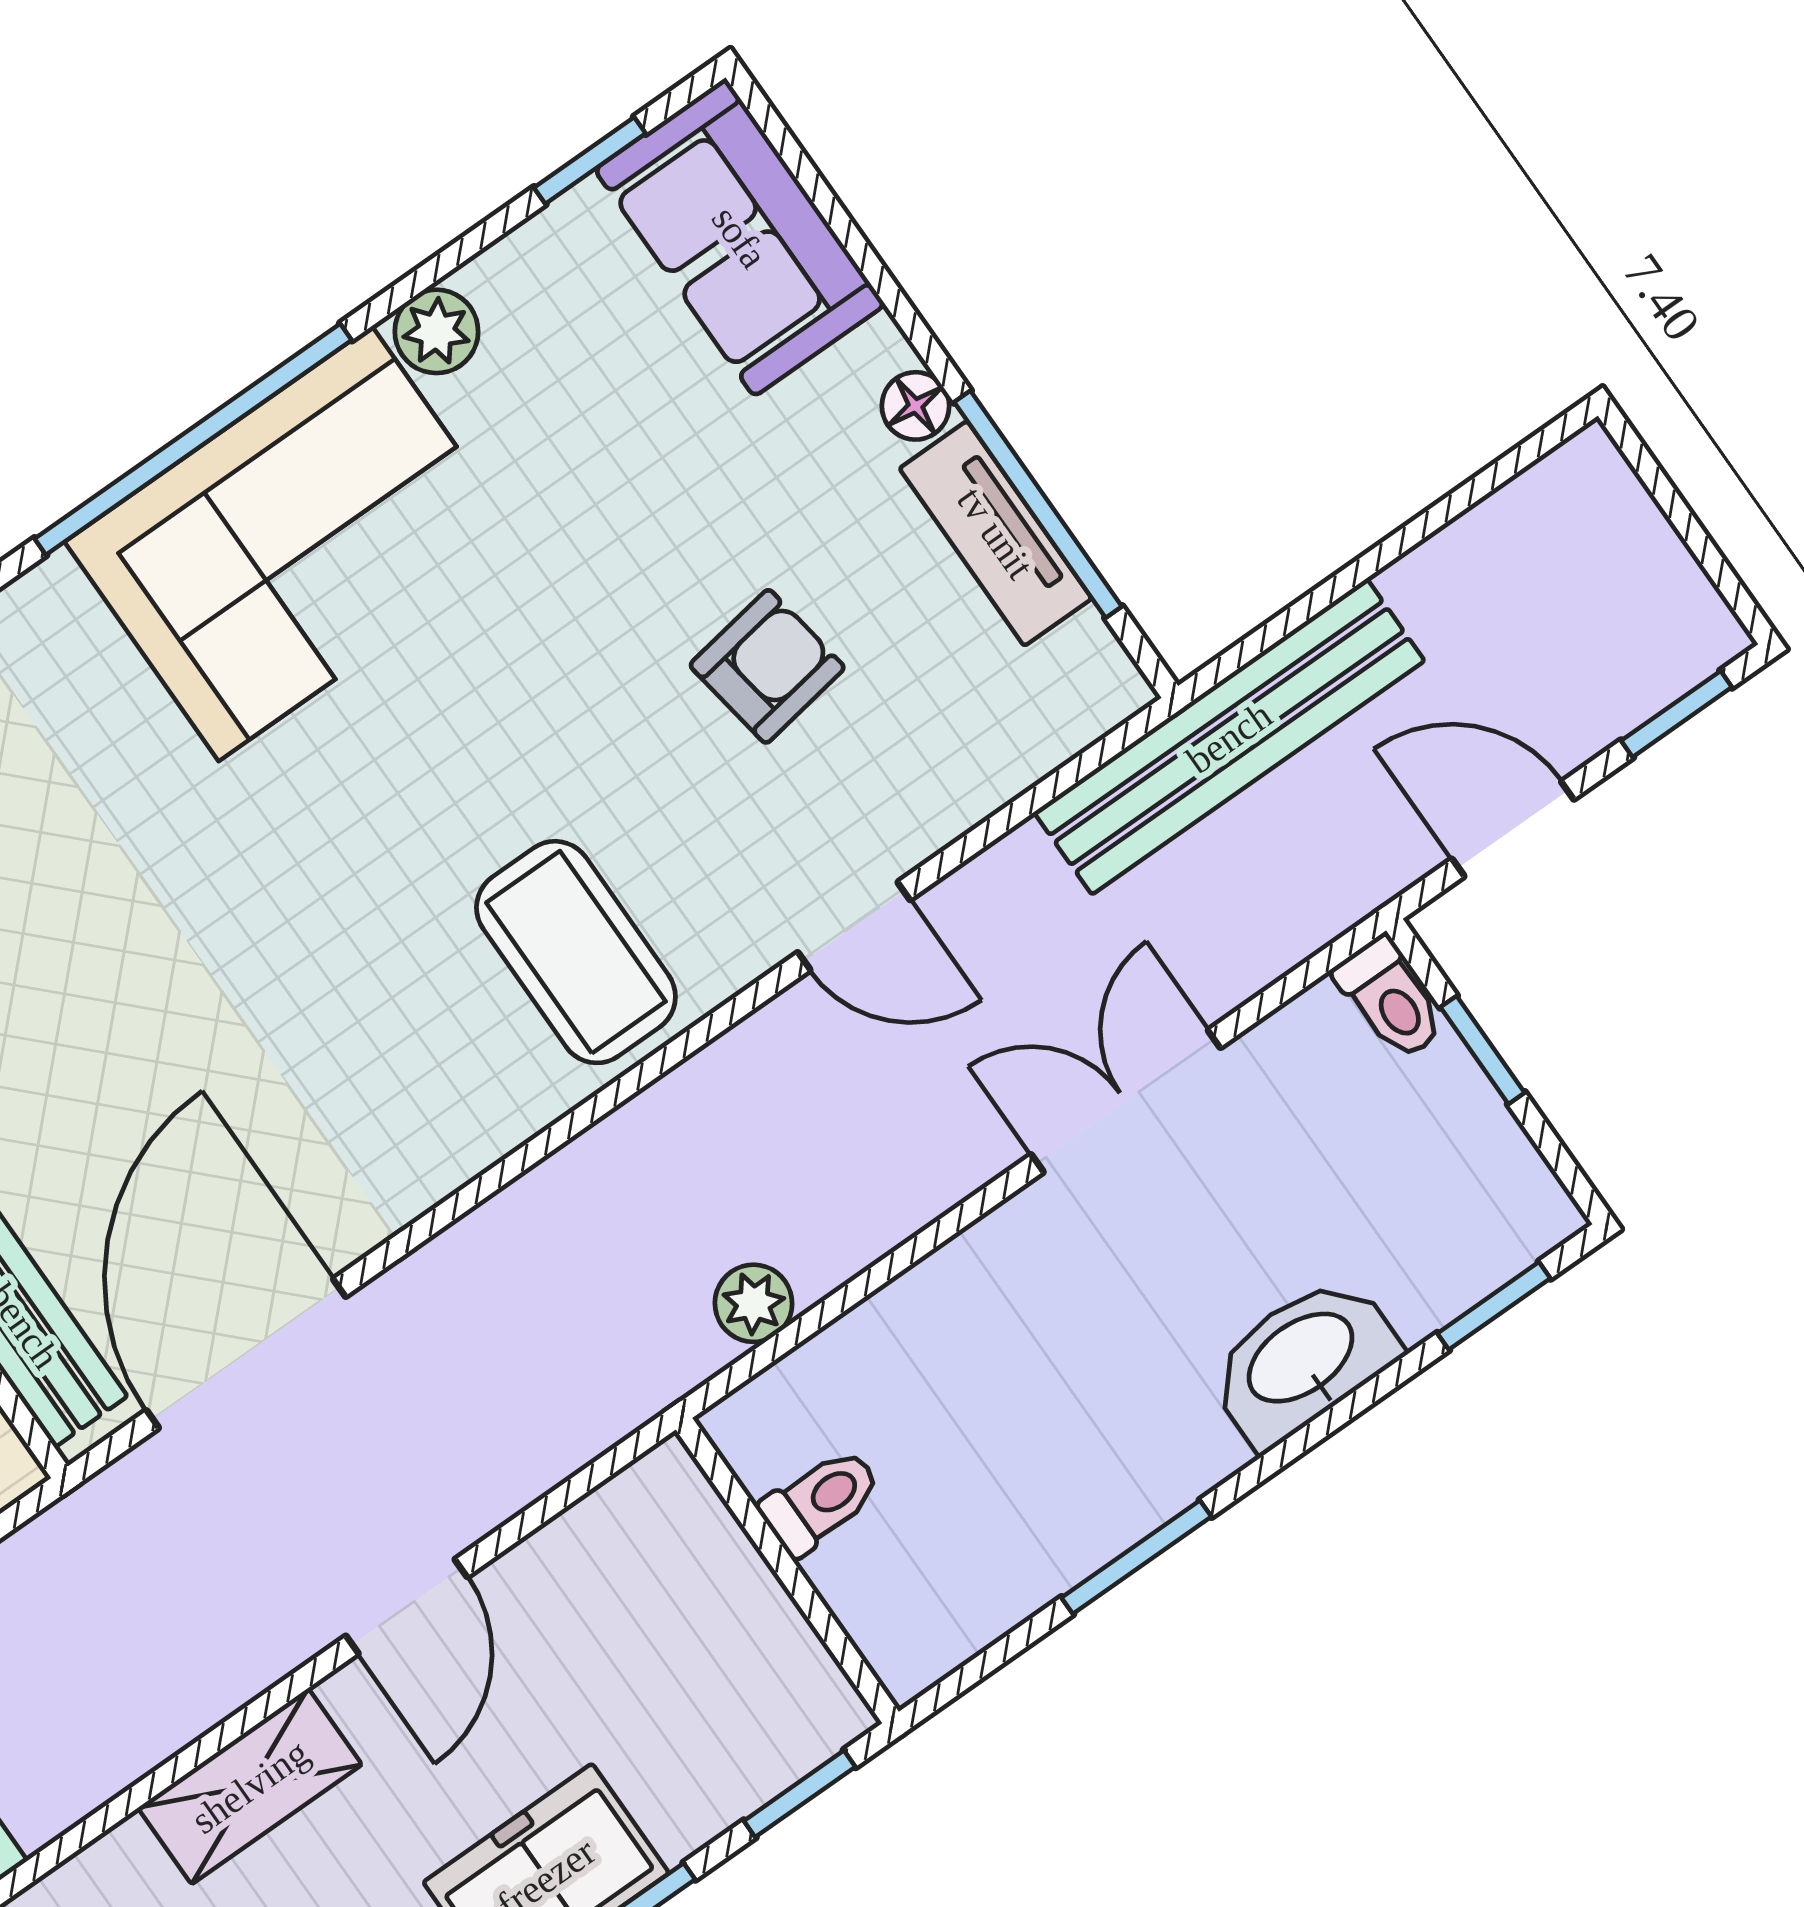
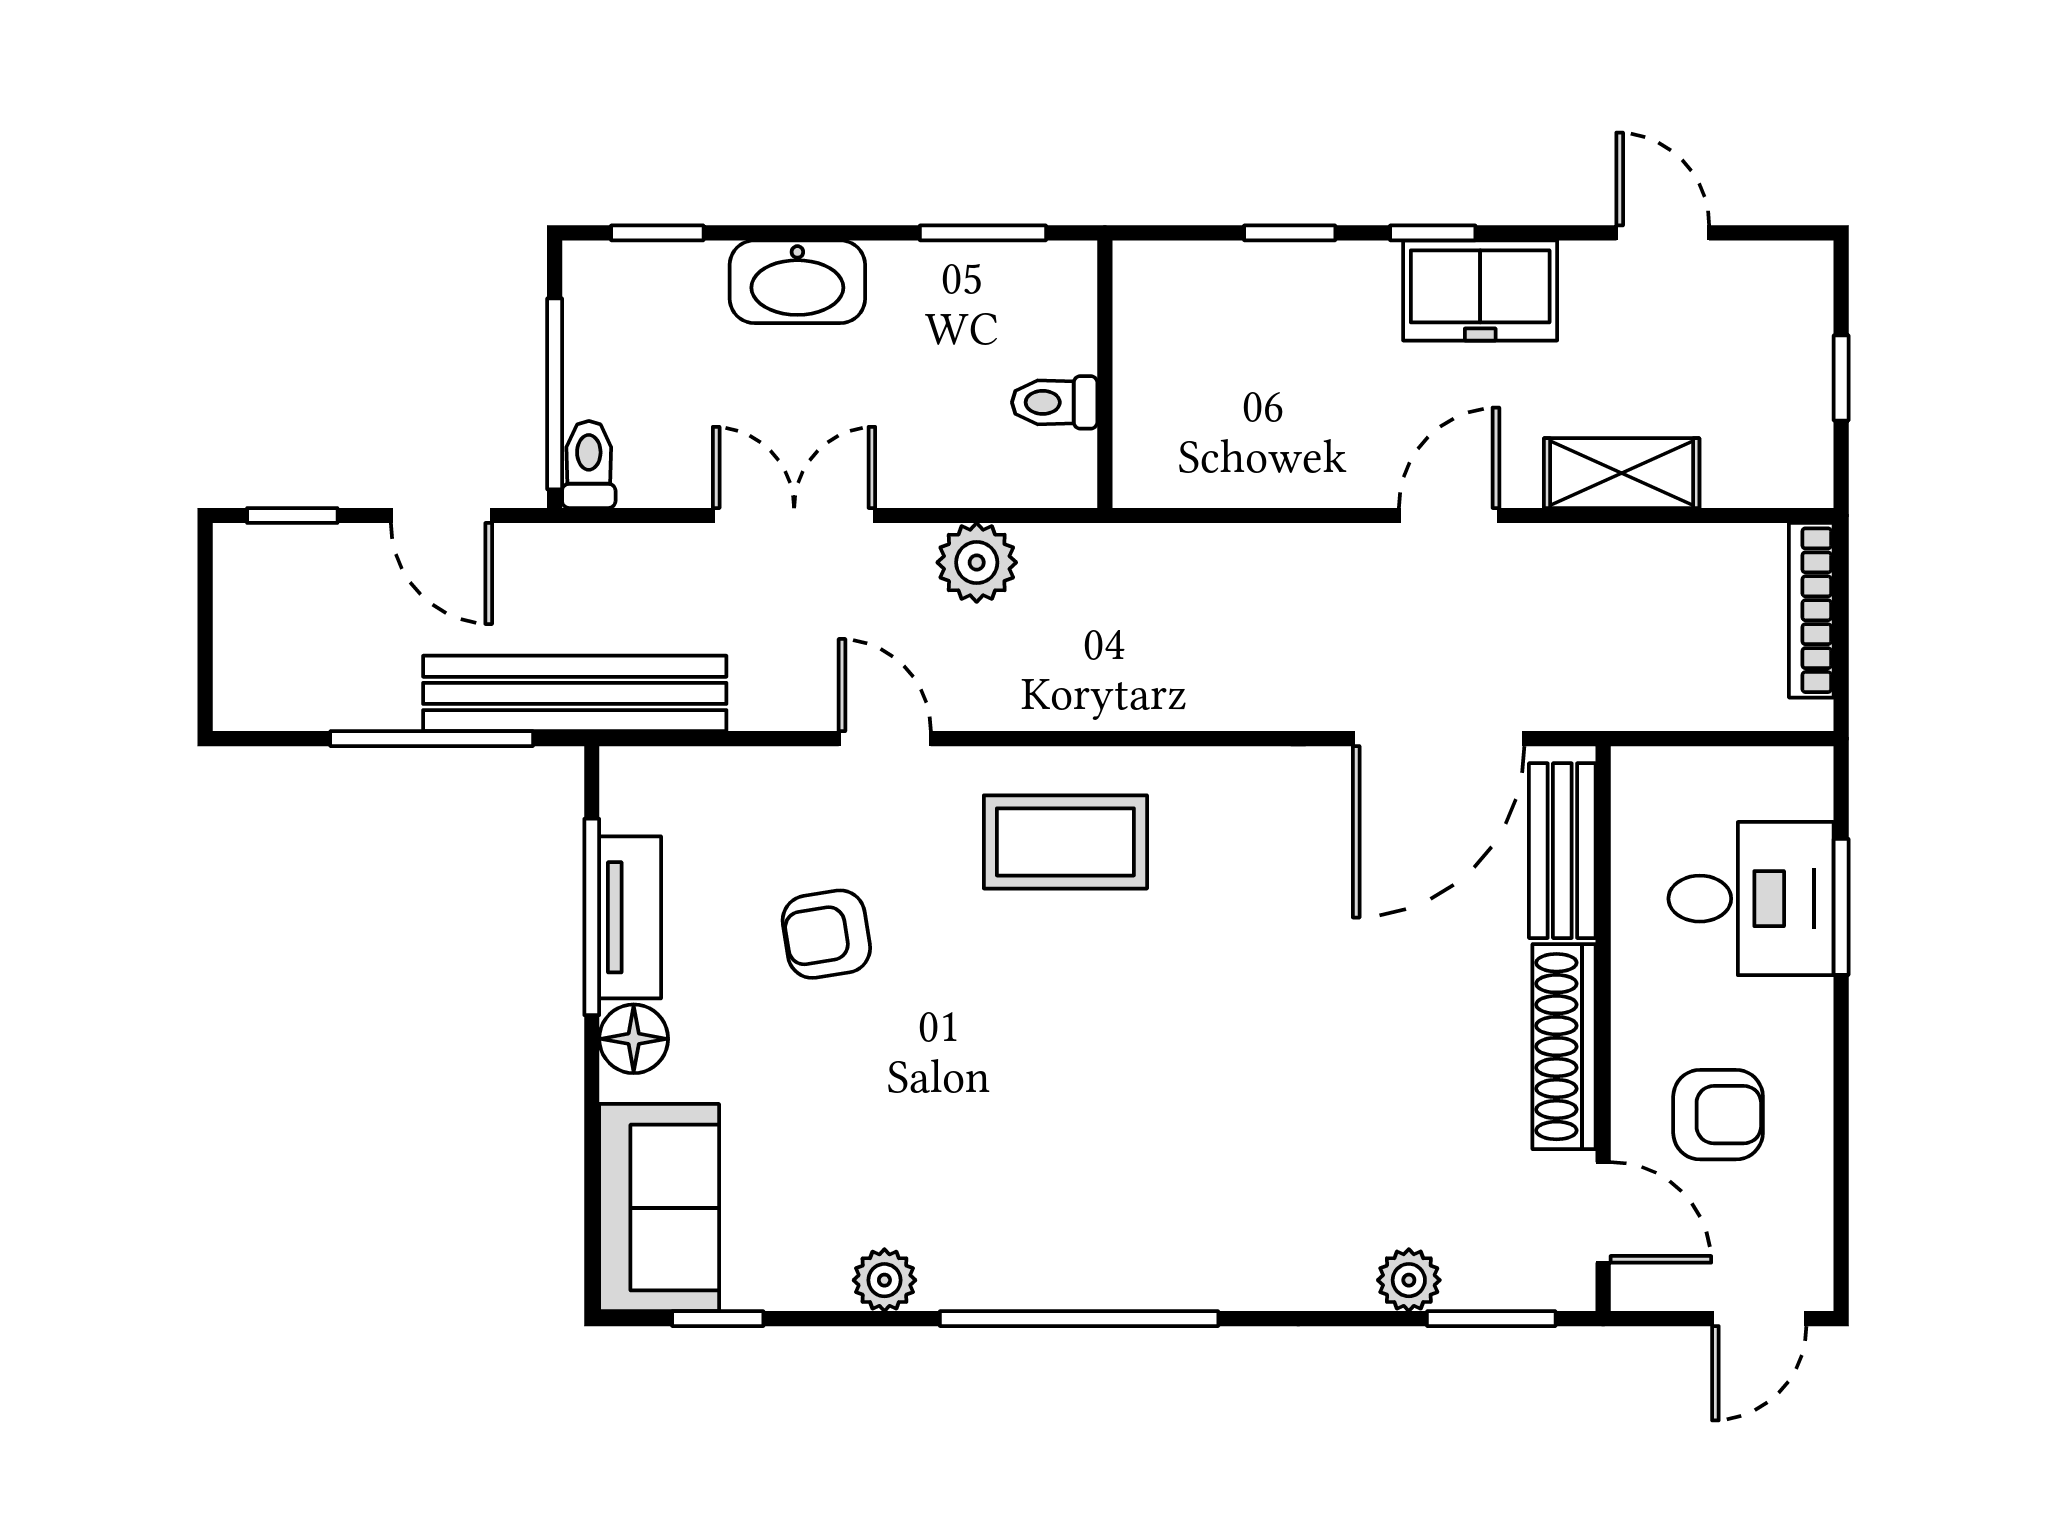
floor lamp: (915, 406) -> (634, 1039), width x1.37, depth x1.37
corner sofa: (295, 544) -> (1062, 1211), removed
window: (1351, 577) -> (432, 739), added
coffee table: (576, 952) -> (1065, 842), turned 90
window: (1482, 1050) -> (555, 394), width x2.17
double door: (1126, 1101) -> (794, 516), swing flipped
plant: (754, 1303) -> (977, 562), moved, width x1.38, depth x1.38
toilet: (821, 1501) -> (1055, 402), moved
wall: (787, 1571) -> (1105, 374), moved

